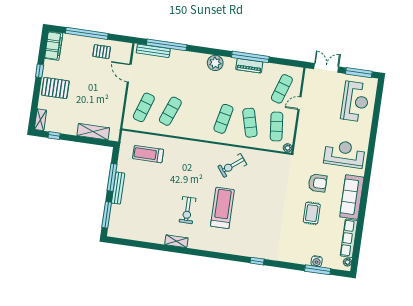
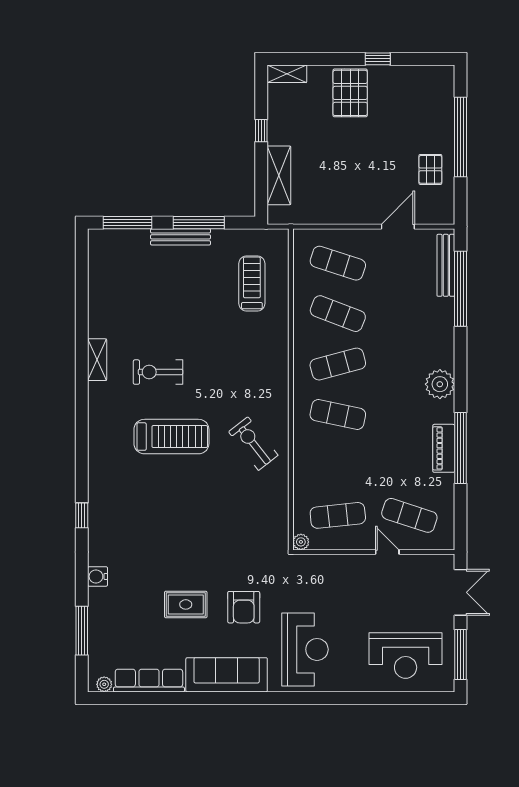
filing cabinet: (54, 46) -> (428, 78), removed
exercise mat: (250, 123) -> (338, 364), moved
window: (54, 136) -> (261, 131), moved
water cooler: (317, 261) -> (97, 576), moved

